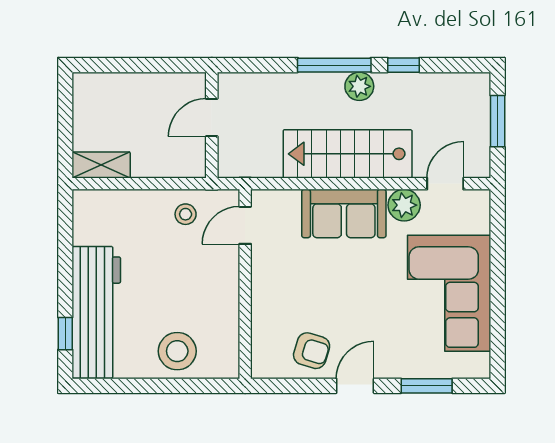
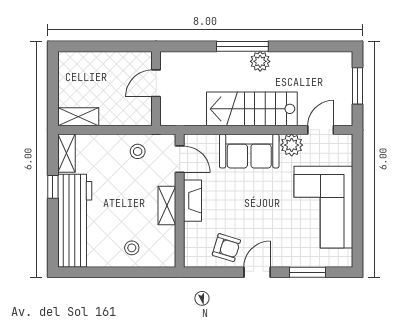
window: (404, 65) -> (291, 46), removed
shelving: (85, 217) -> (67, 153), added
door: (245, 225) -> (180, 159), swing flipped
fireplace: (263, 284) -> (192, 201), added
shelving: (227, 291) -> (167, 205), added
window: (65, 334) -> (53, 187), moved
stool: (177, 351) -> (132, 248), width x0.53, depth x0.53

